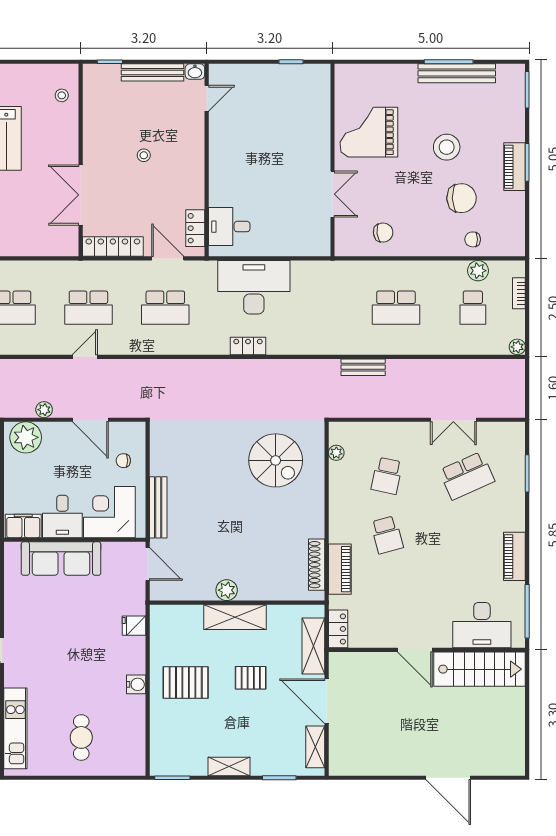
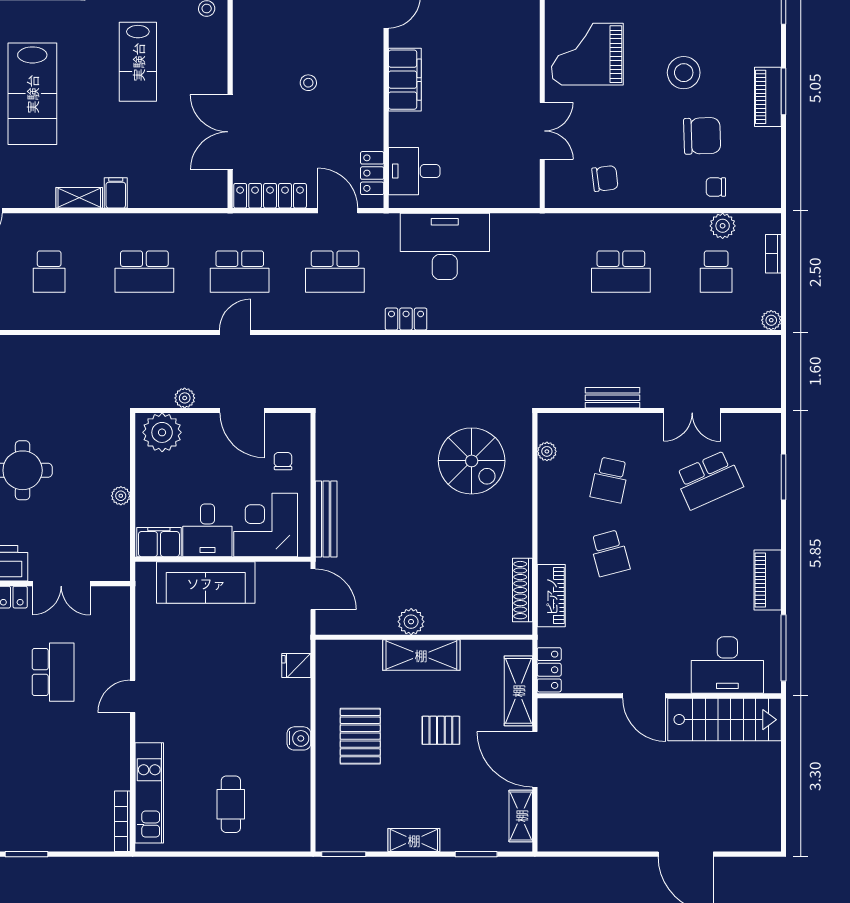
filing cabinet: (222, 153) -> (405, 80), added
locker: (248, 346) -> (406, 319), moved
bench: (363, 367) -> (613, 398), moved
chair: (123, 461) -> (283, 461), turned 90
pallet: (186, 682) -> (360, 736), turned 90

